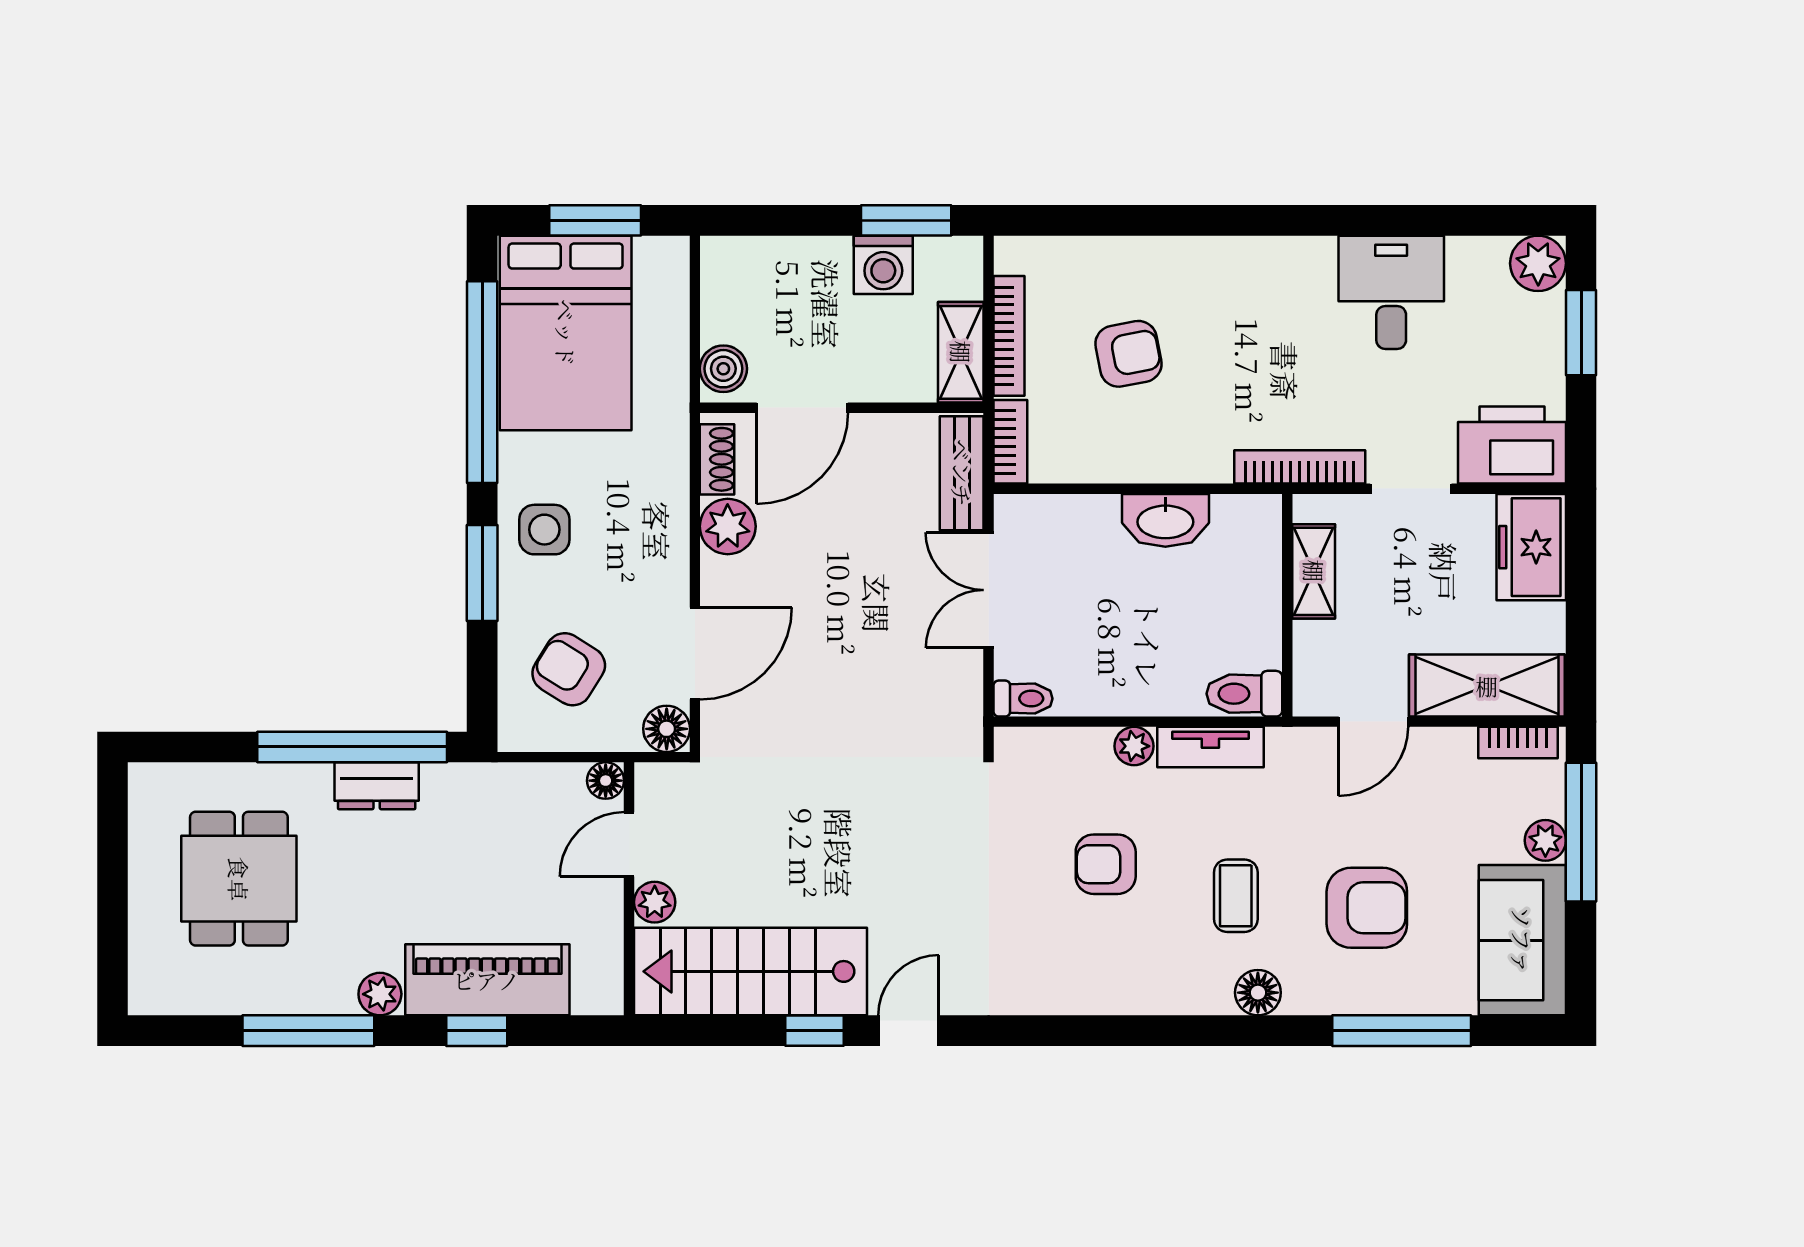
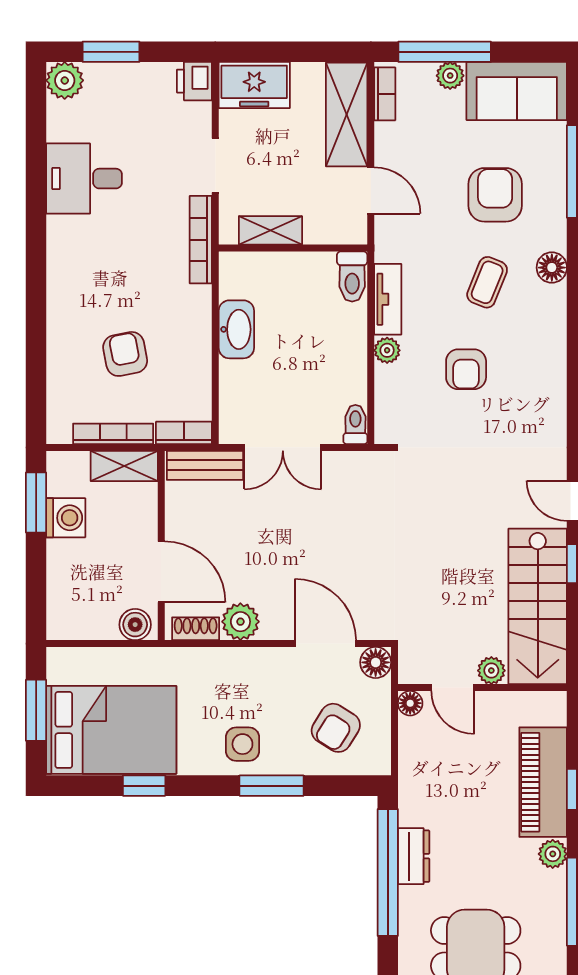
window: (482, 382) -> (144, 786), width x0.32
printer: (1512, 445) -> (194, 81), width x0.53, depth x0.68
coffee table: (1236, 896) -> (487, 282), turned -68

